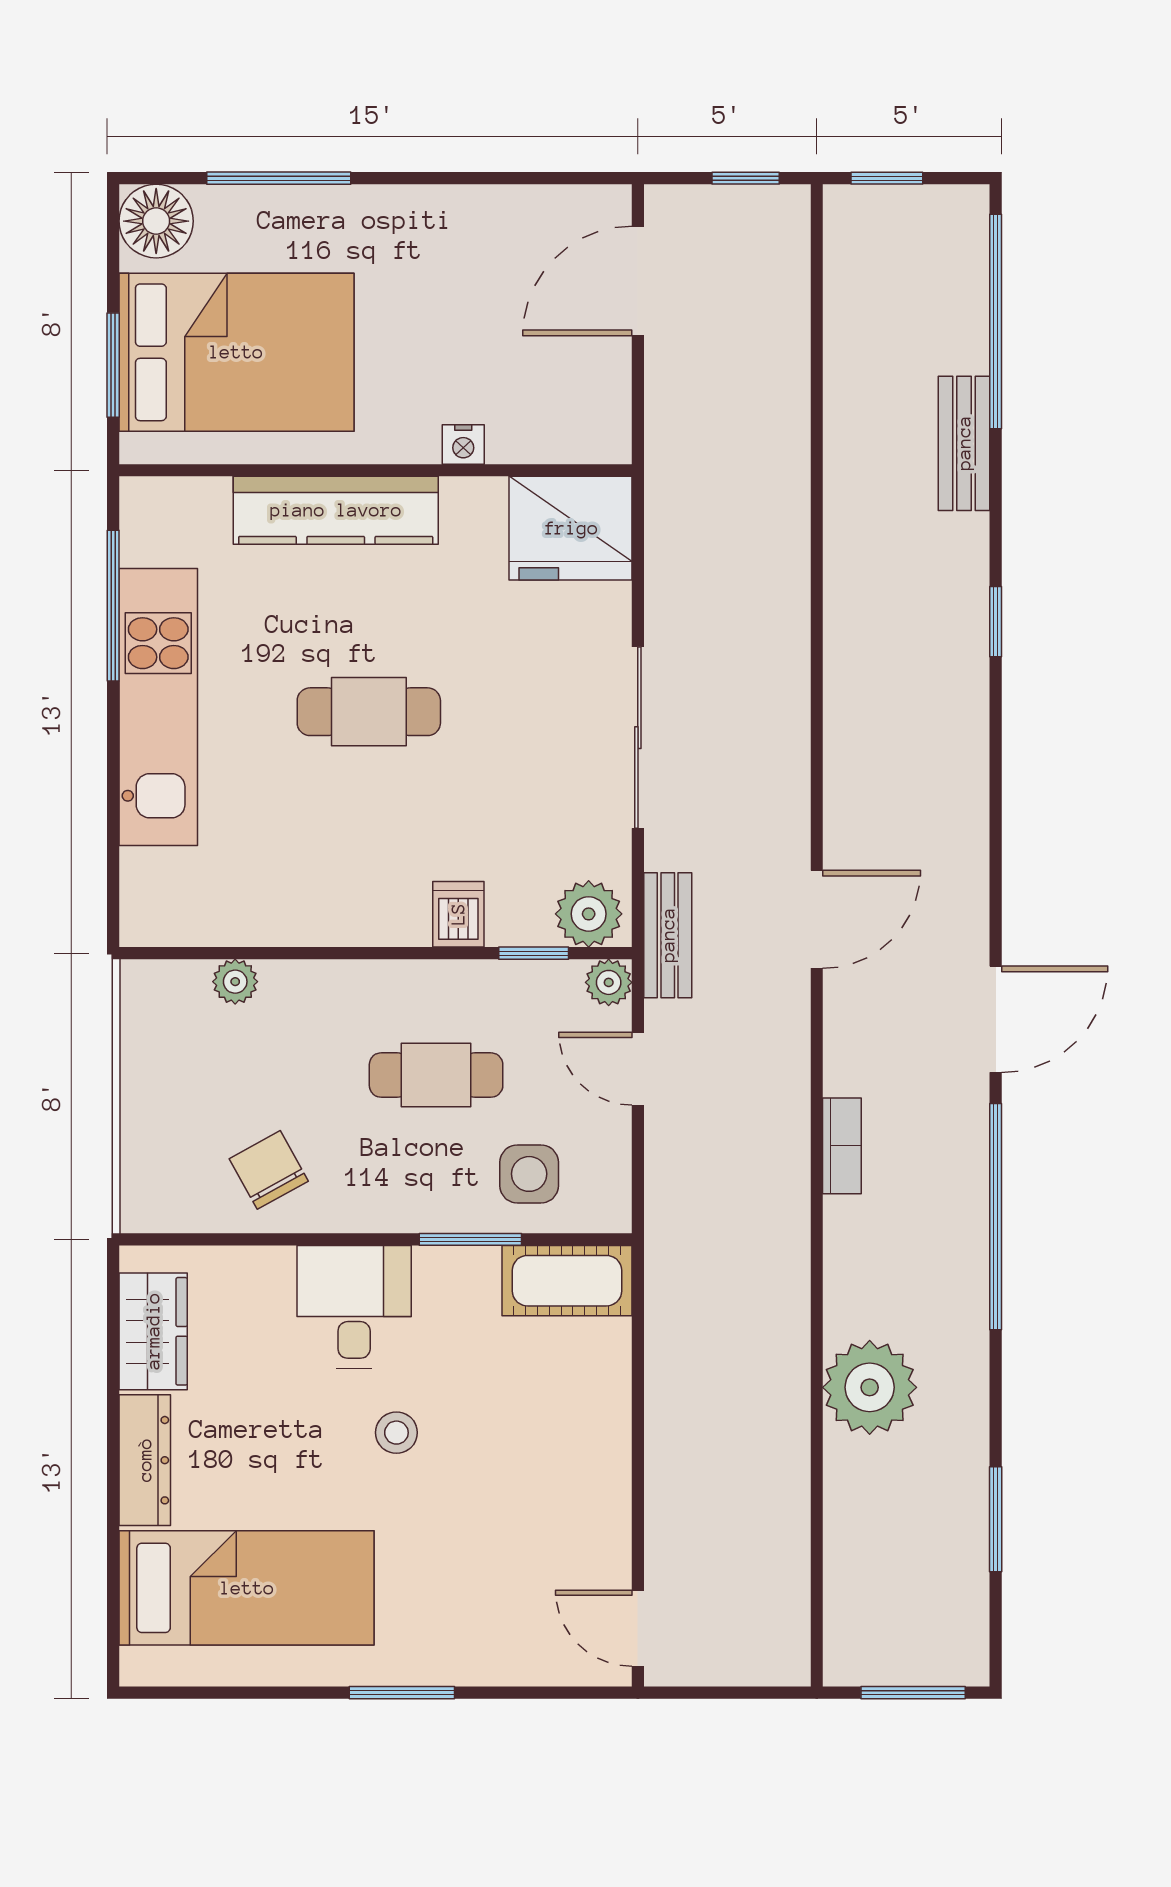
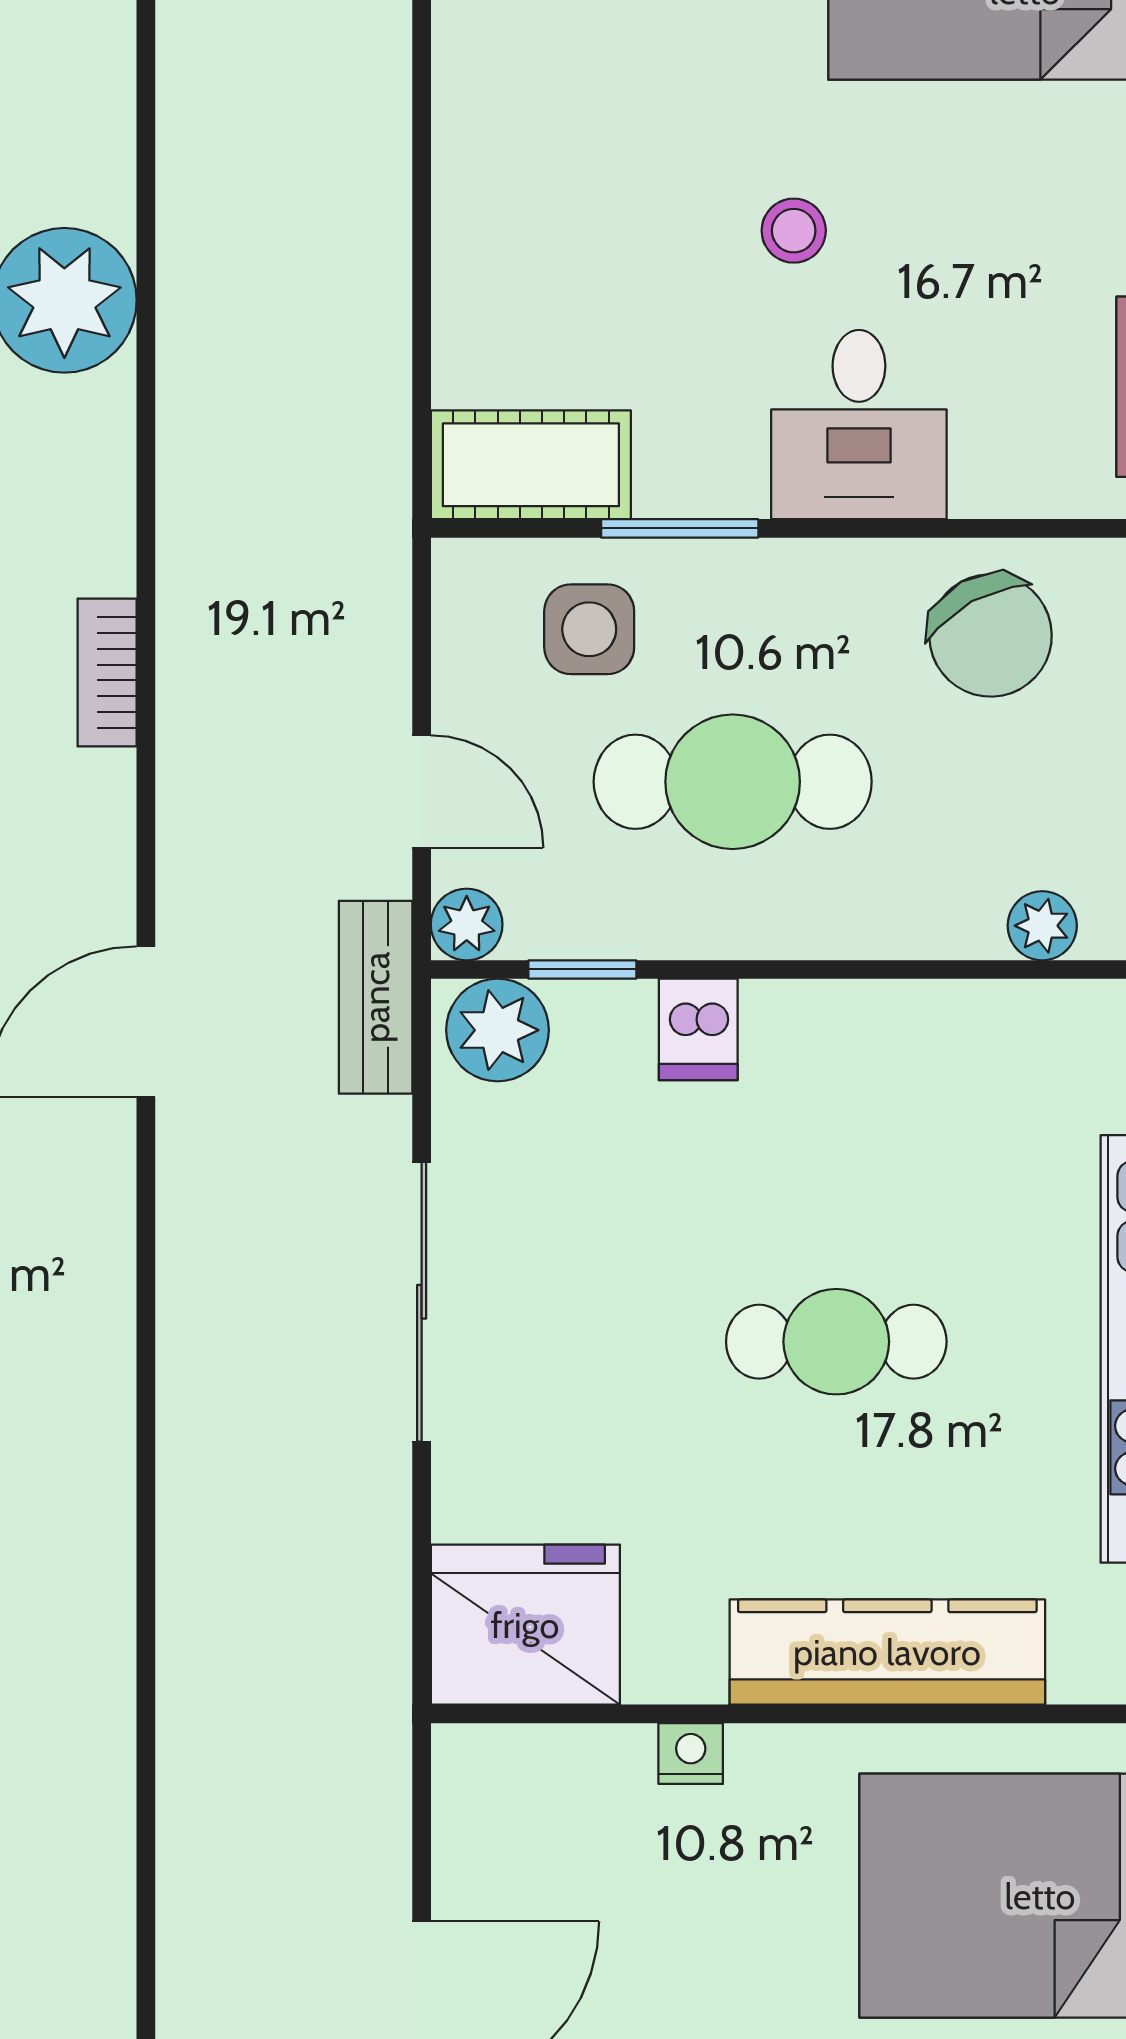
cafe table: (436, 1075) -> (733, 782), width x1.37, depth x1.35
chair: (269, 1170) -> (991, 635), width x1.37, depth x1.37

